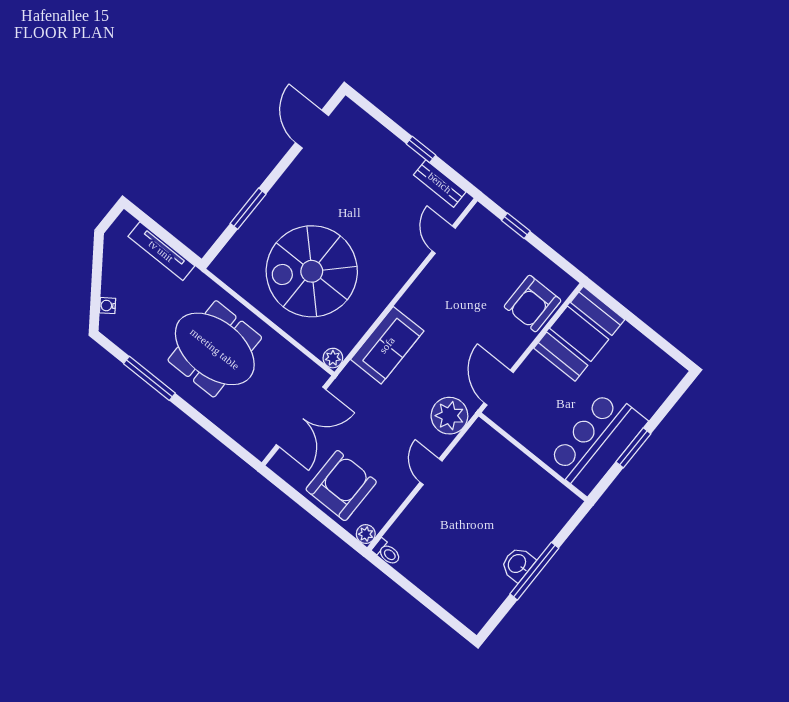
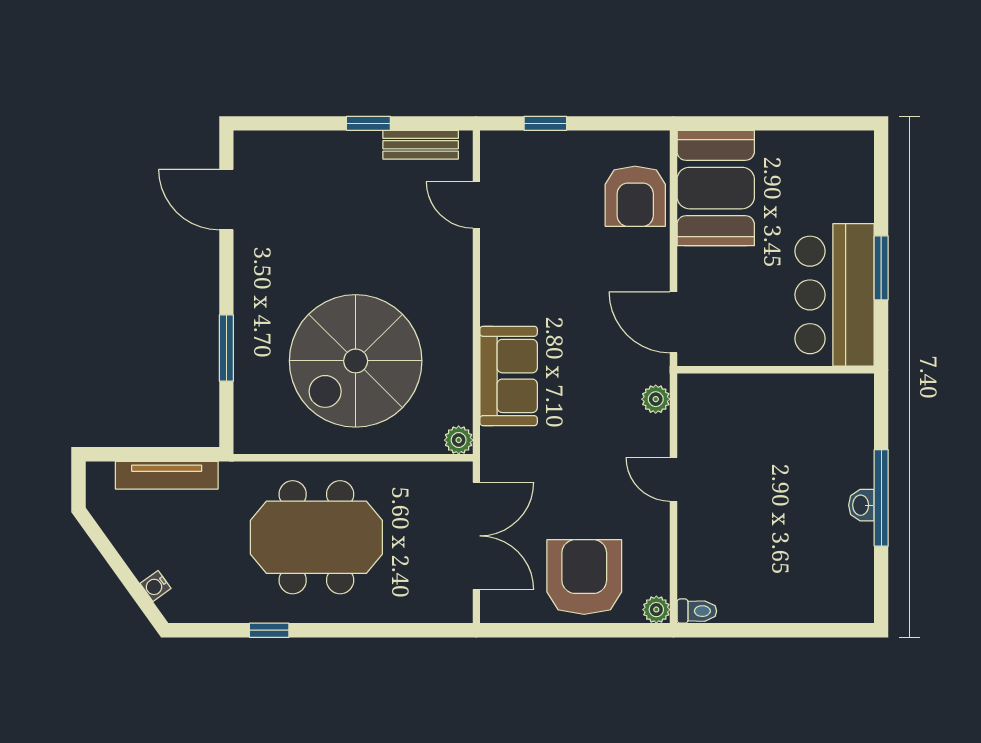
window: (149, 378) -> (269, 630), width x0.46
plant: (449, 416) -> (656, 399), width x0.53, depth x0.53
washbasin: (518, 564) -> (861, 505), width x0.72, depth x0.69

